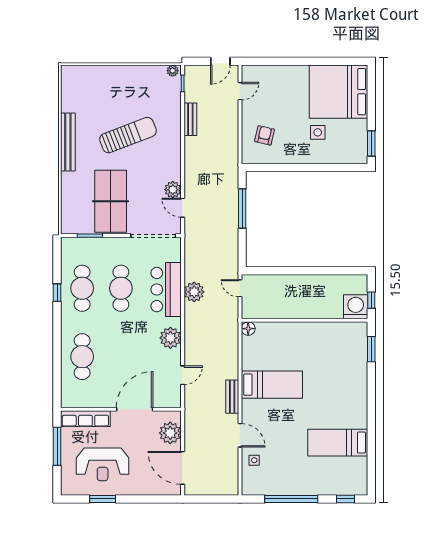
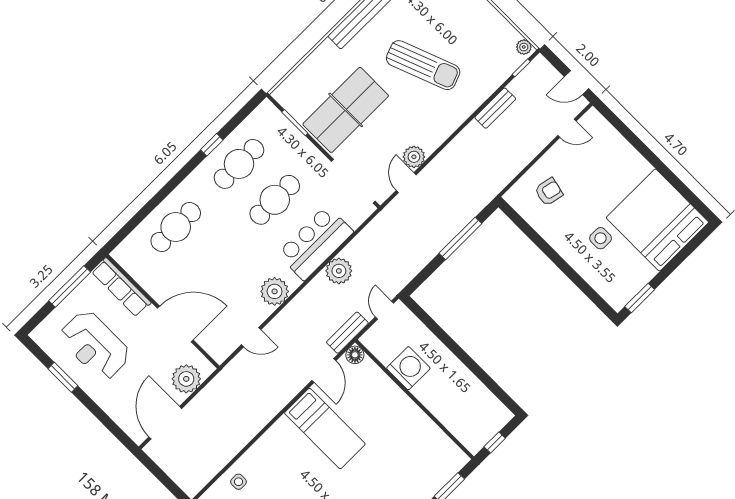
washing machine: (356, 307) -> (408, 368), moved
bench: (232, 397) -> (347, 333), moved
door: (240, 435) -> (324, 370), moved

